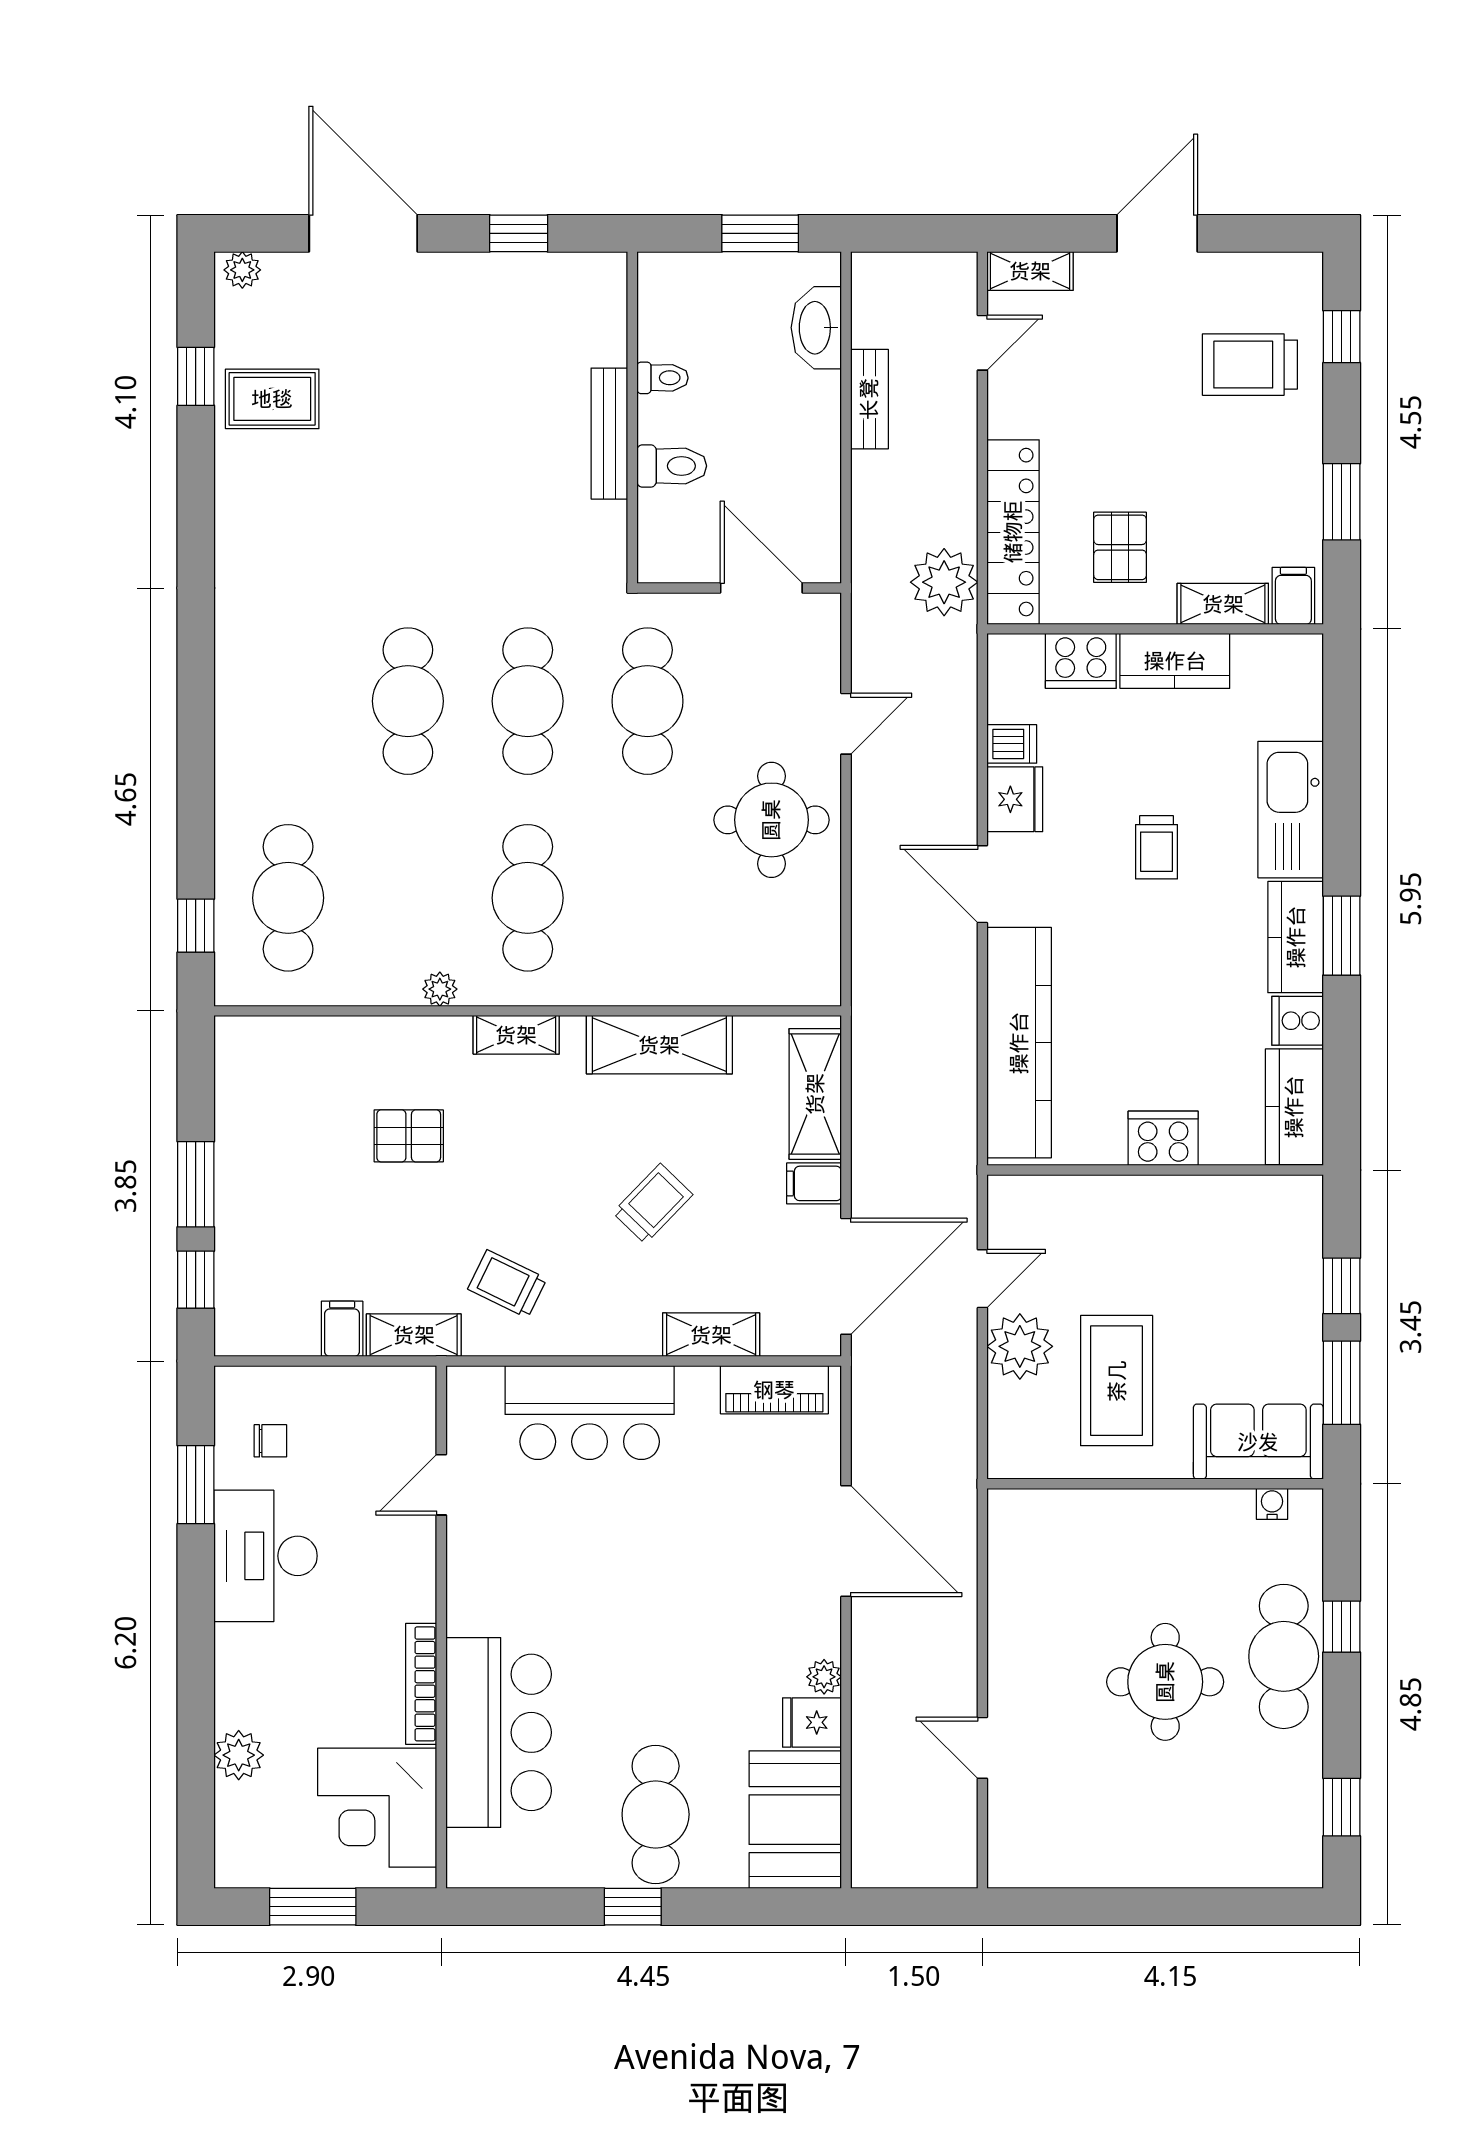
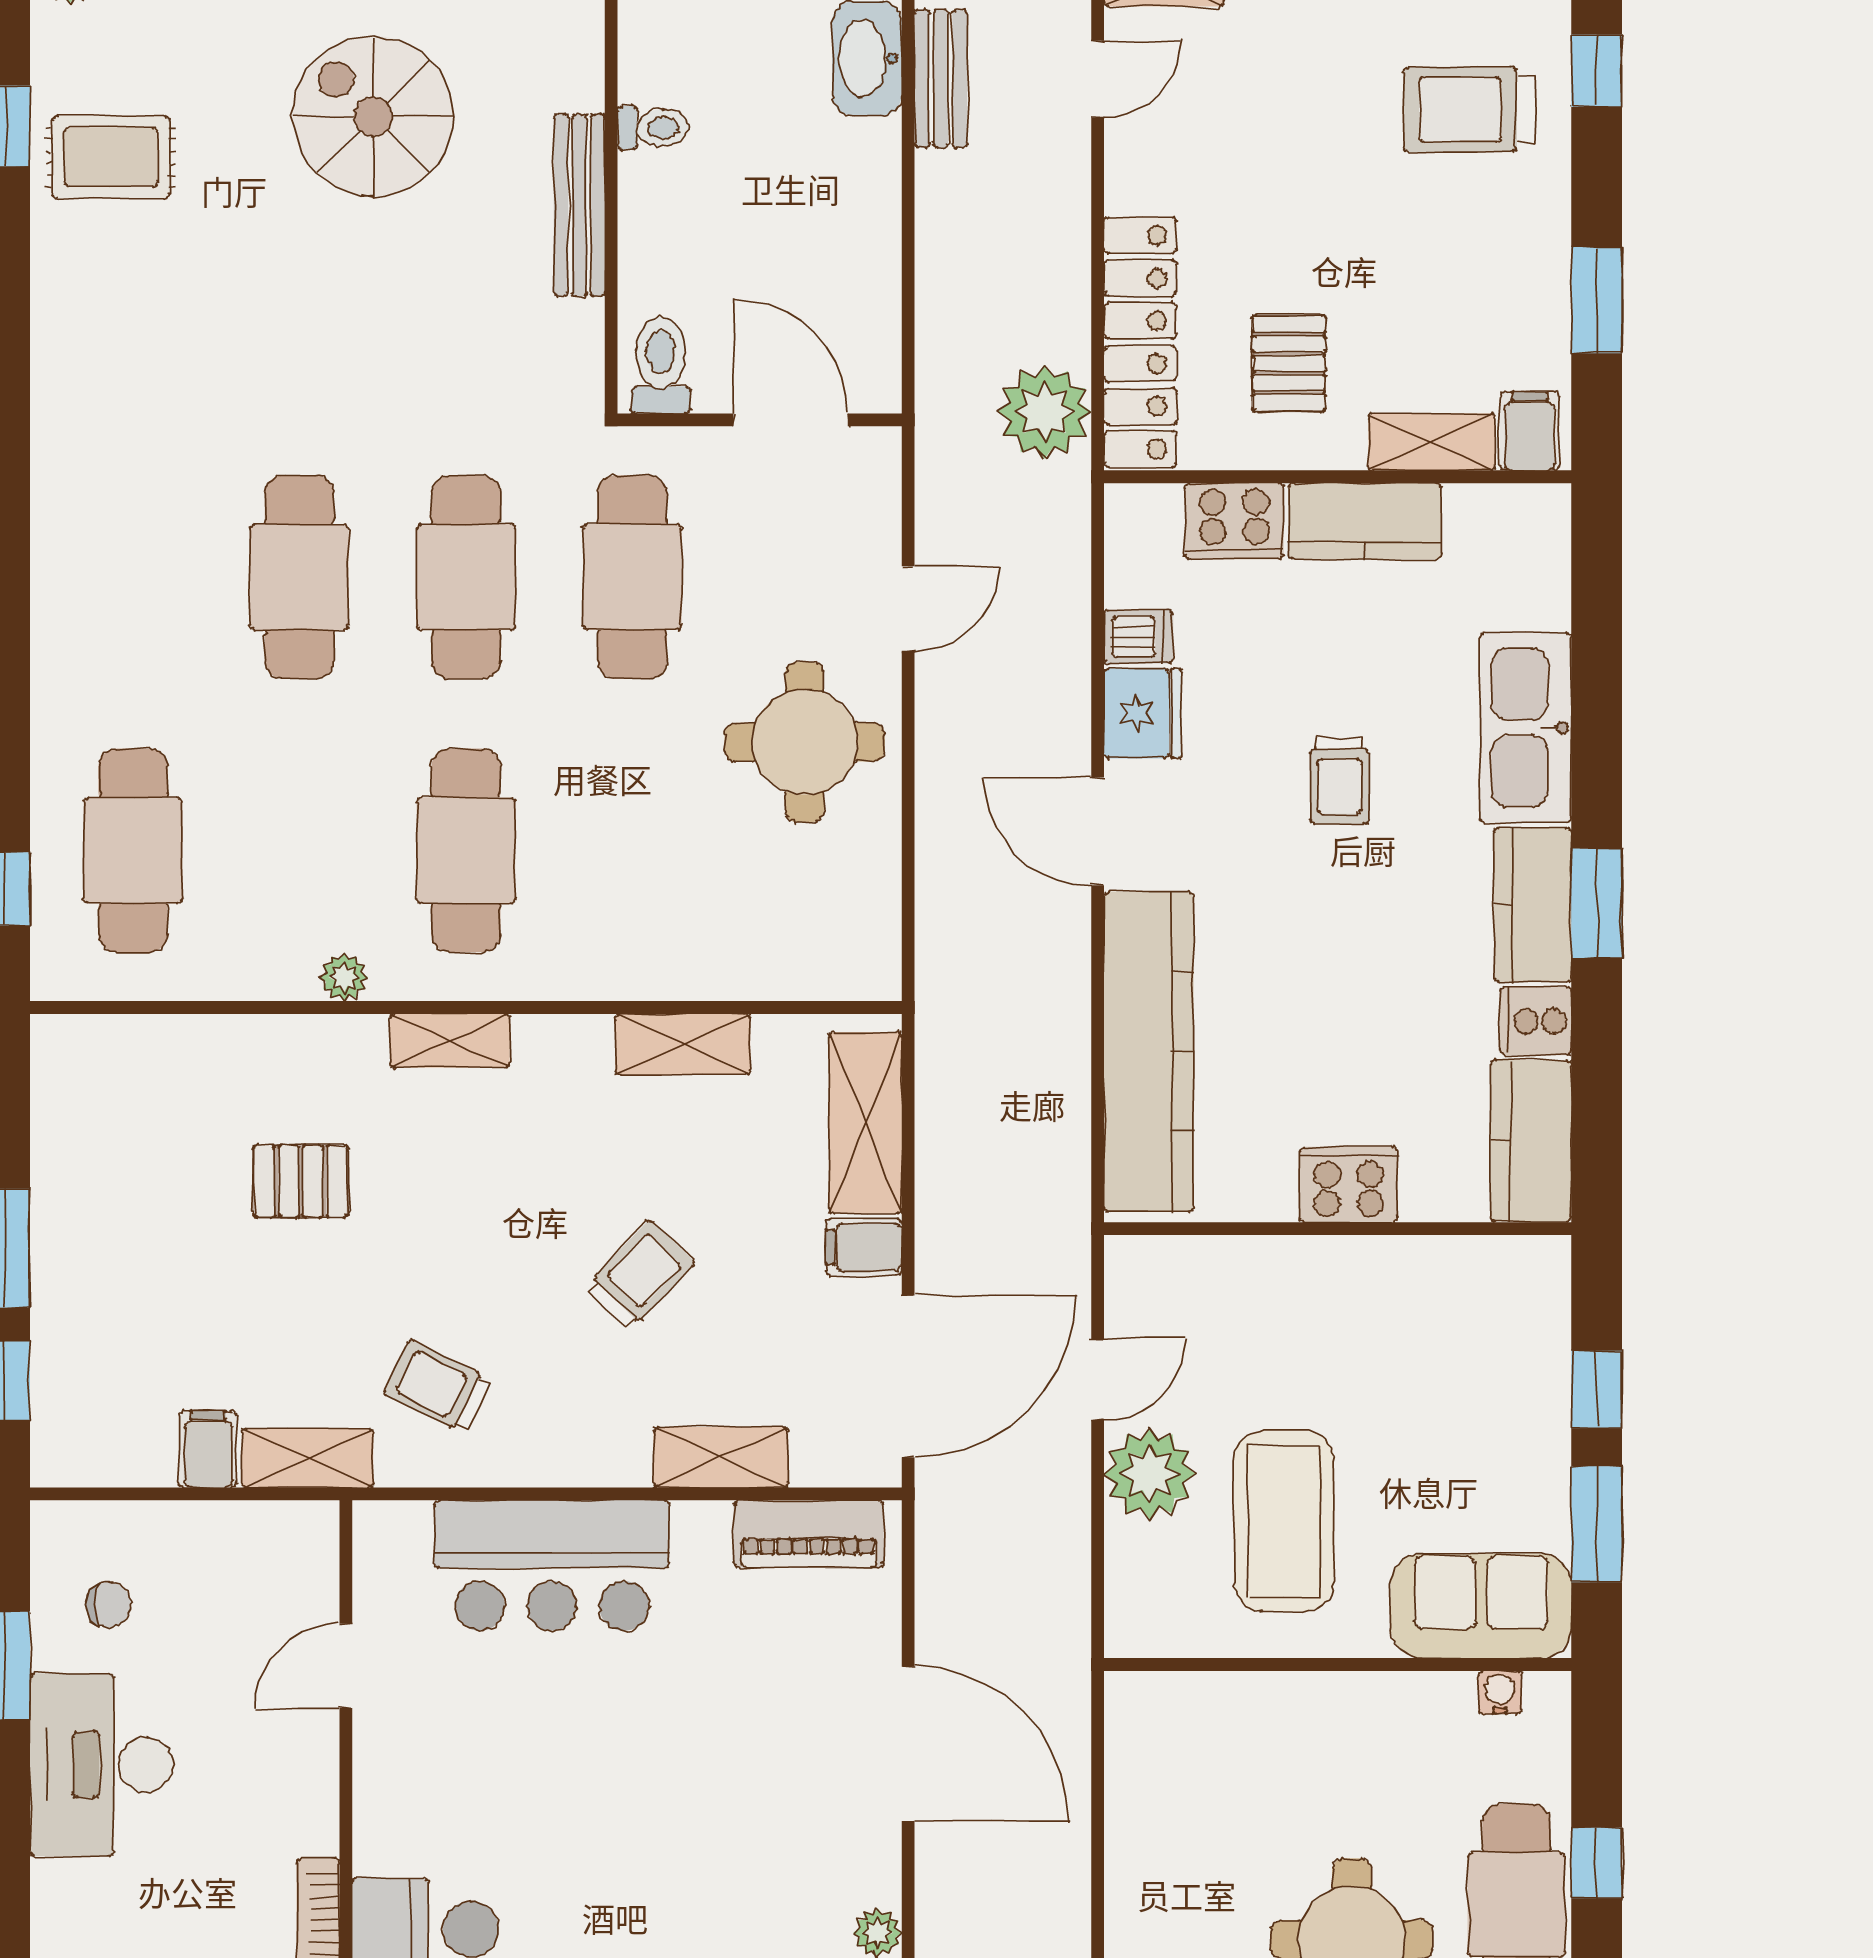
spiral stairs: (461, 369) -> (373, 116), added
bench: (869, 399) -> (941, 78), moved
toilet: (672, 466) -> (661, 365), moved, turned -90
shelving: (659, 1045) -> (683, 1044), width x0.67, depth x0.75

